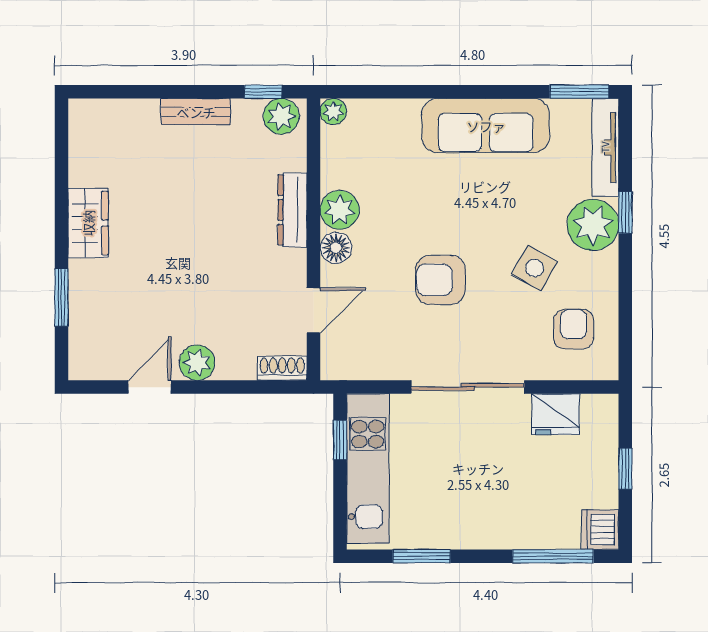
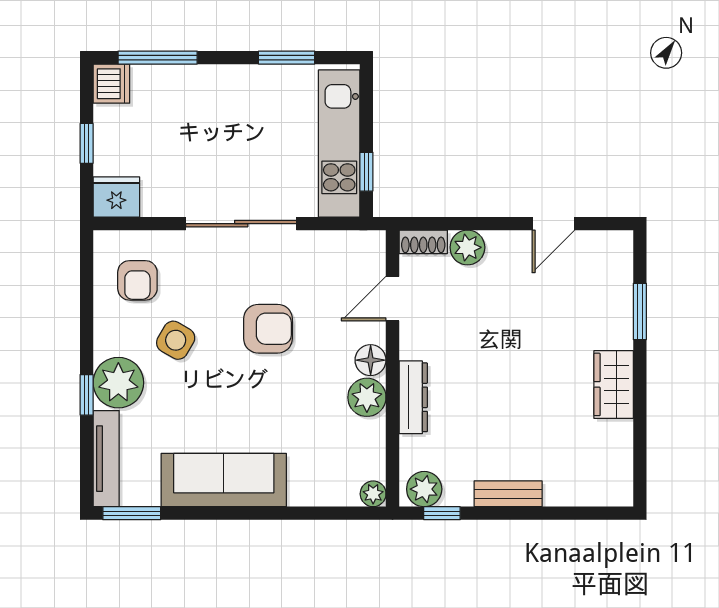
plant: (197, 363) -> (467, 247), moved
fridge: (556, 414) -> (116, 197), moved

